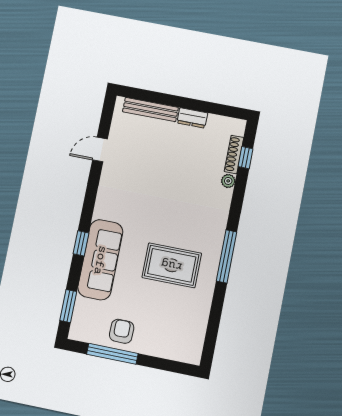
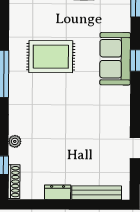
shoe rack: (234, 154) -> (14, 182), moved
sofa: (100, 260) -> (115, 59), width x0.73

